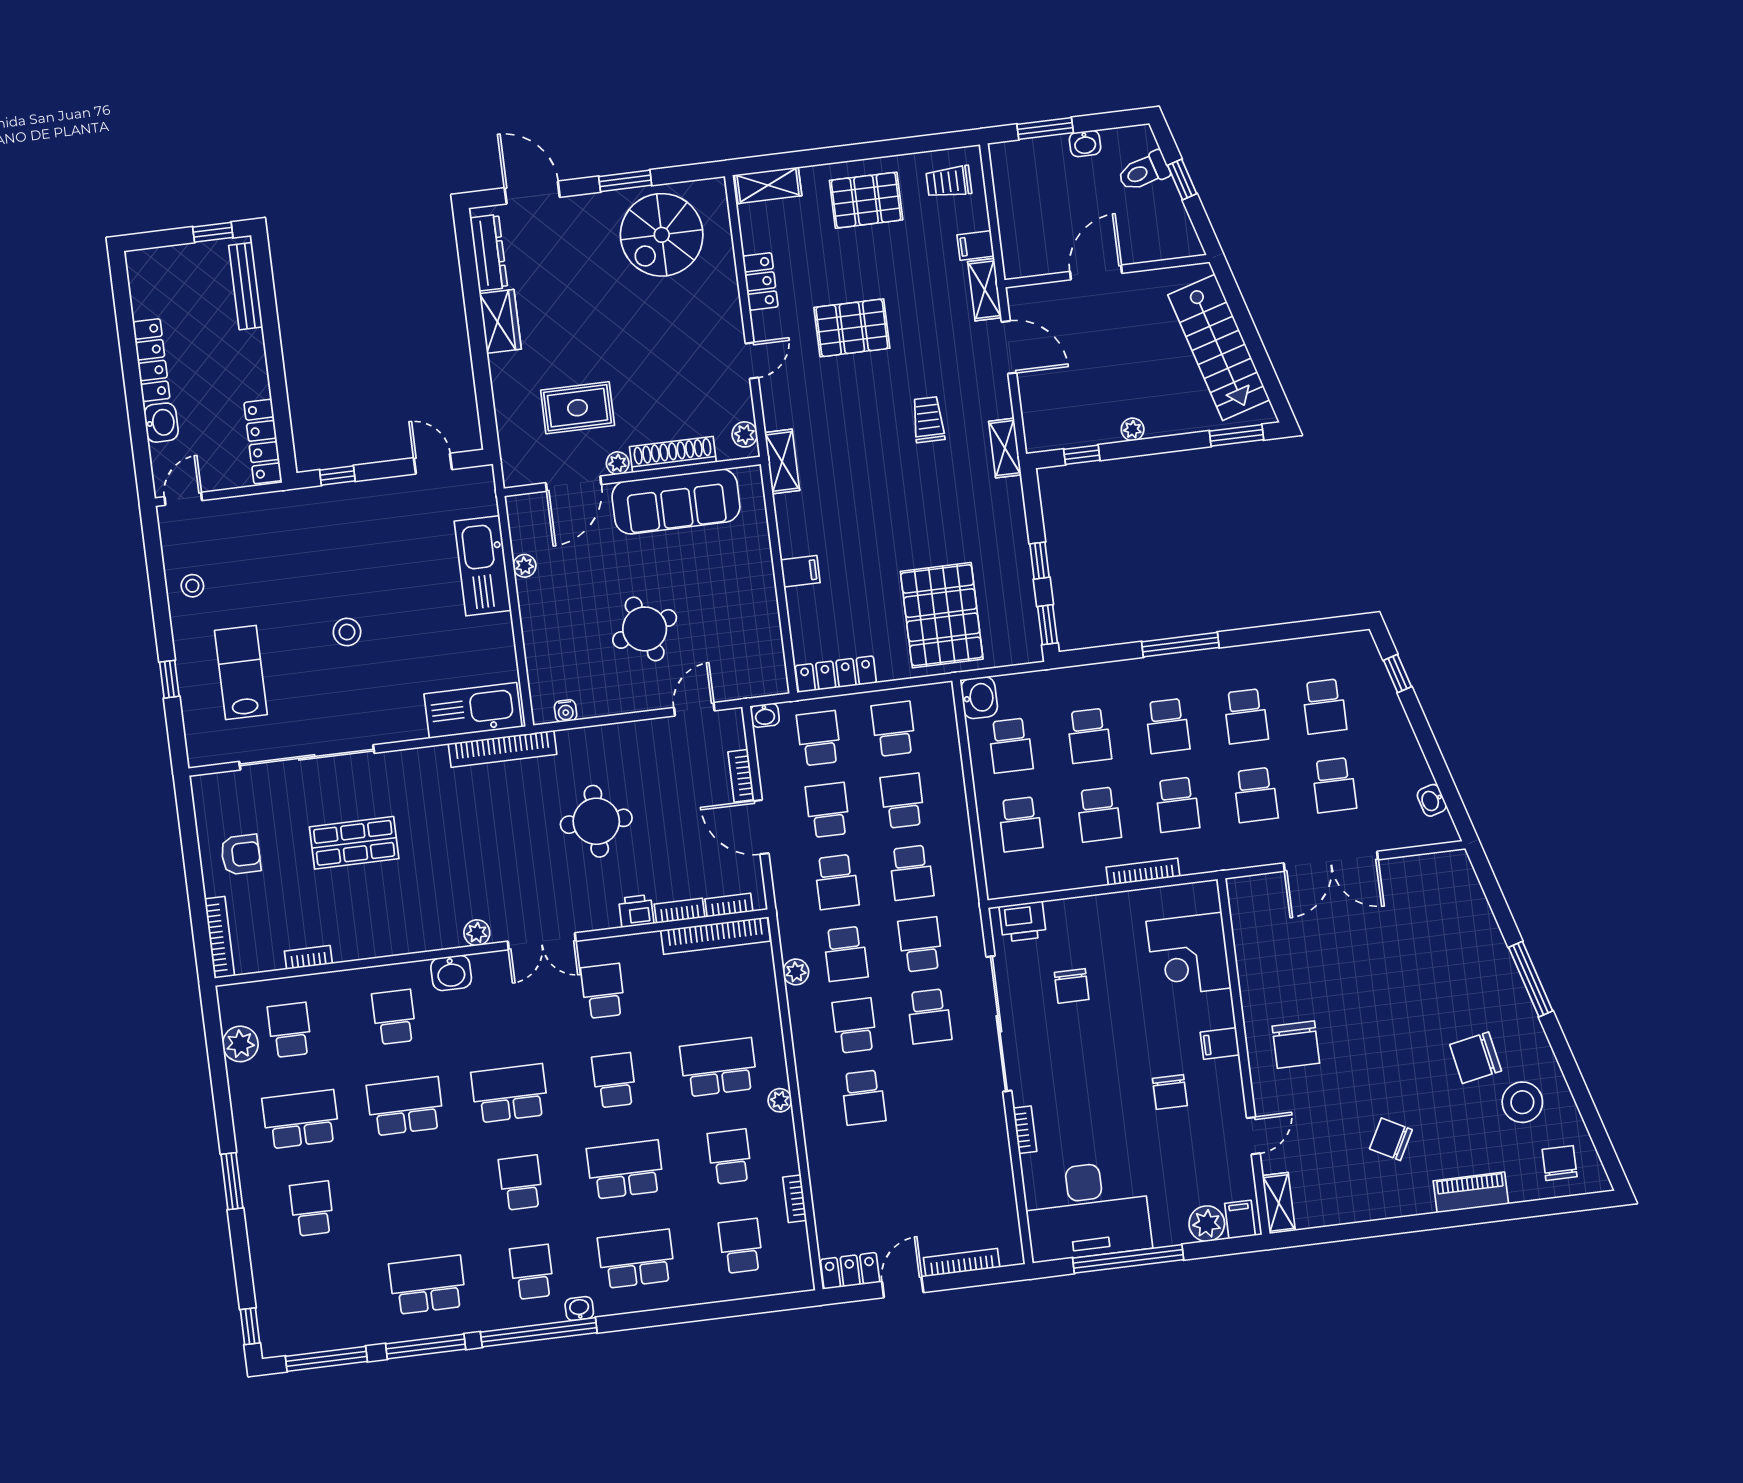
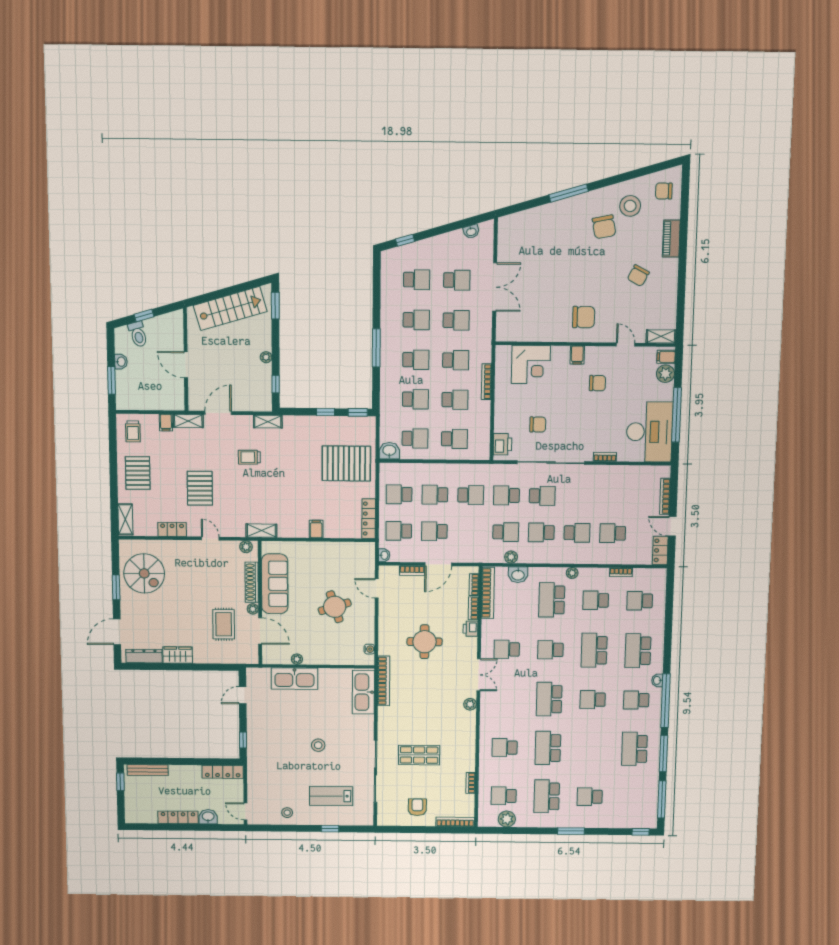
shop shelf: (354, 843) -> (419, 755), turned 90
school desk: (837, 882) -> (613, 533), moved, turned 180
washbasin: (451, 973) -> (518, 575), moved, turned 90

